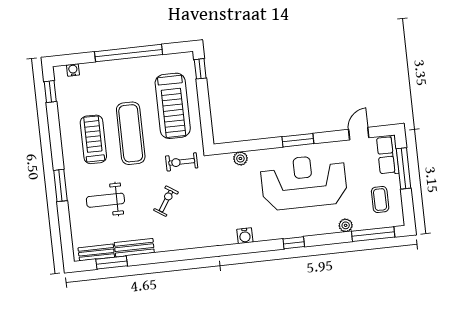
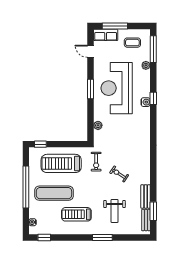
treadmill: (173, 106) -> (61, 163), turned 180
exercise mat: (131, 133) -> (54, 193), moved
water cooler: (245, 236) -> (146, 102), moved

